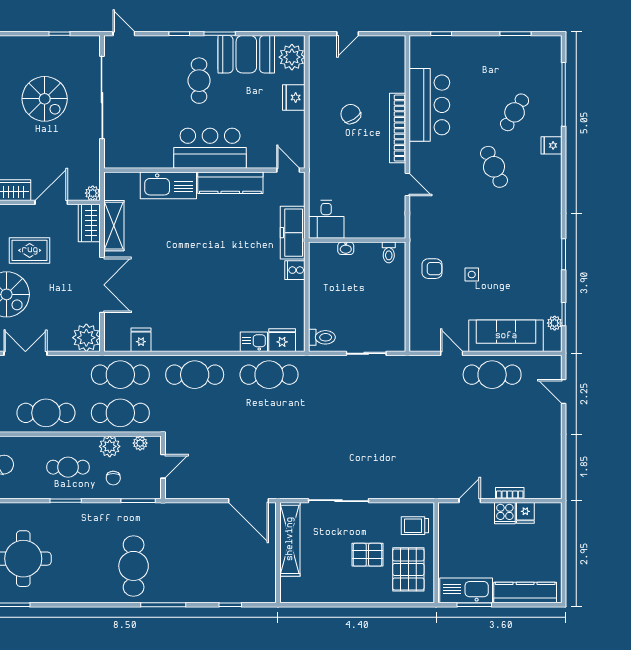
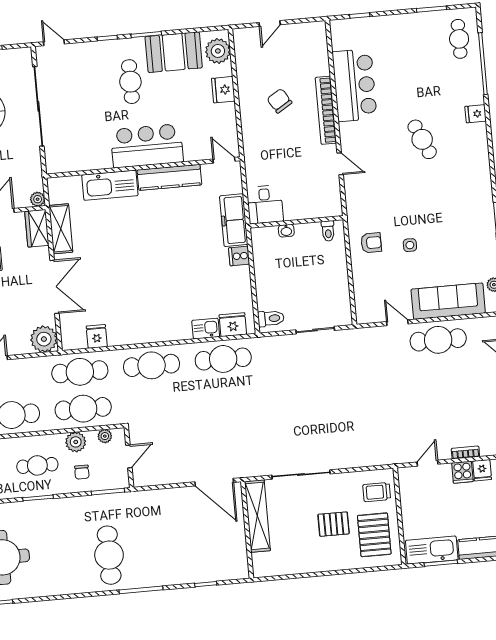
cafe table: (515, 112) -> (459, 39), moved, turned -31

